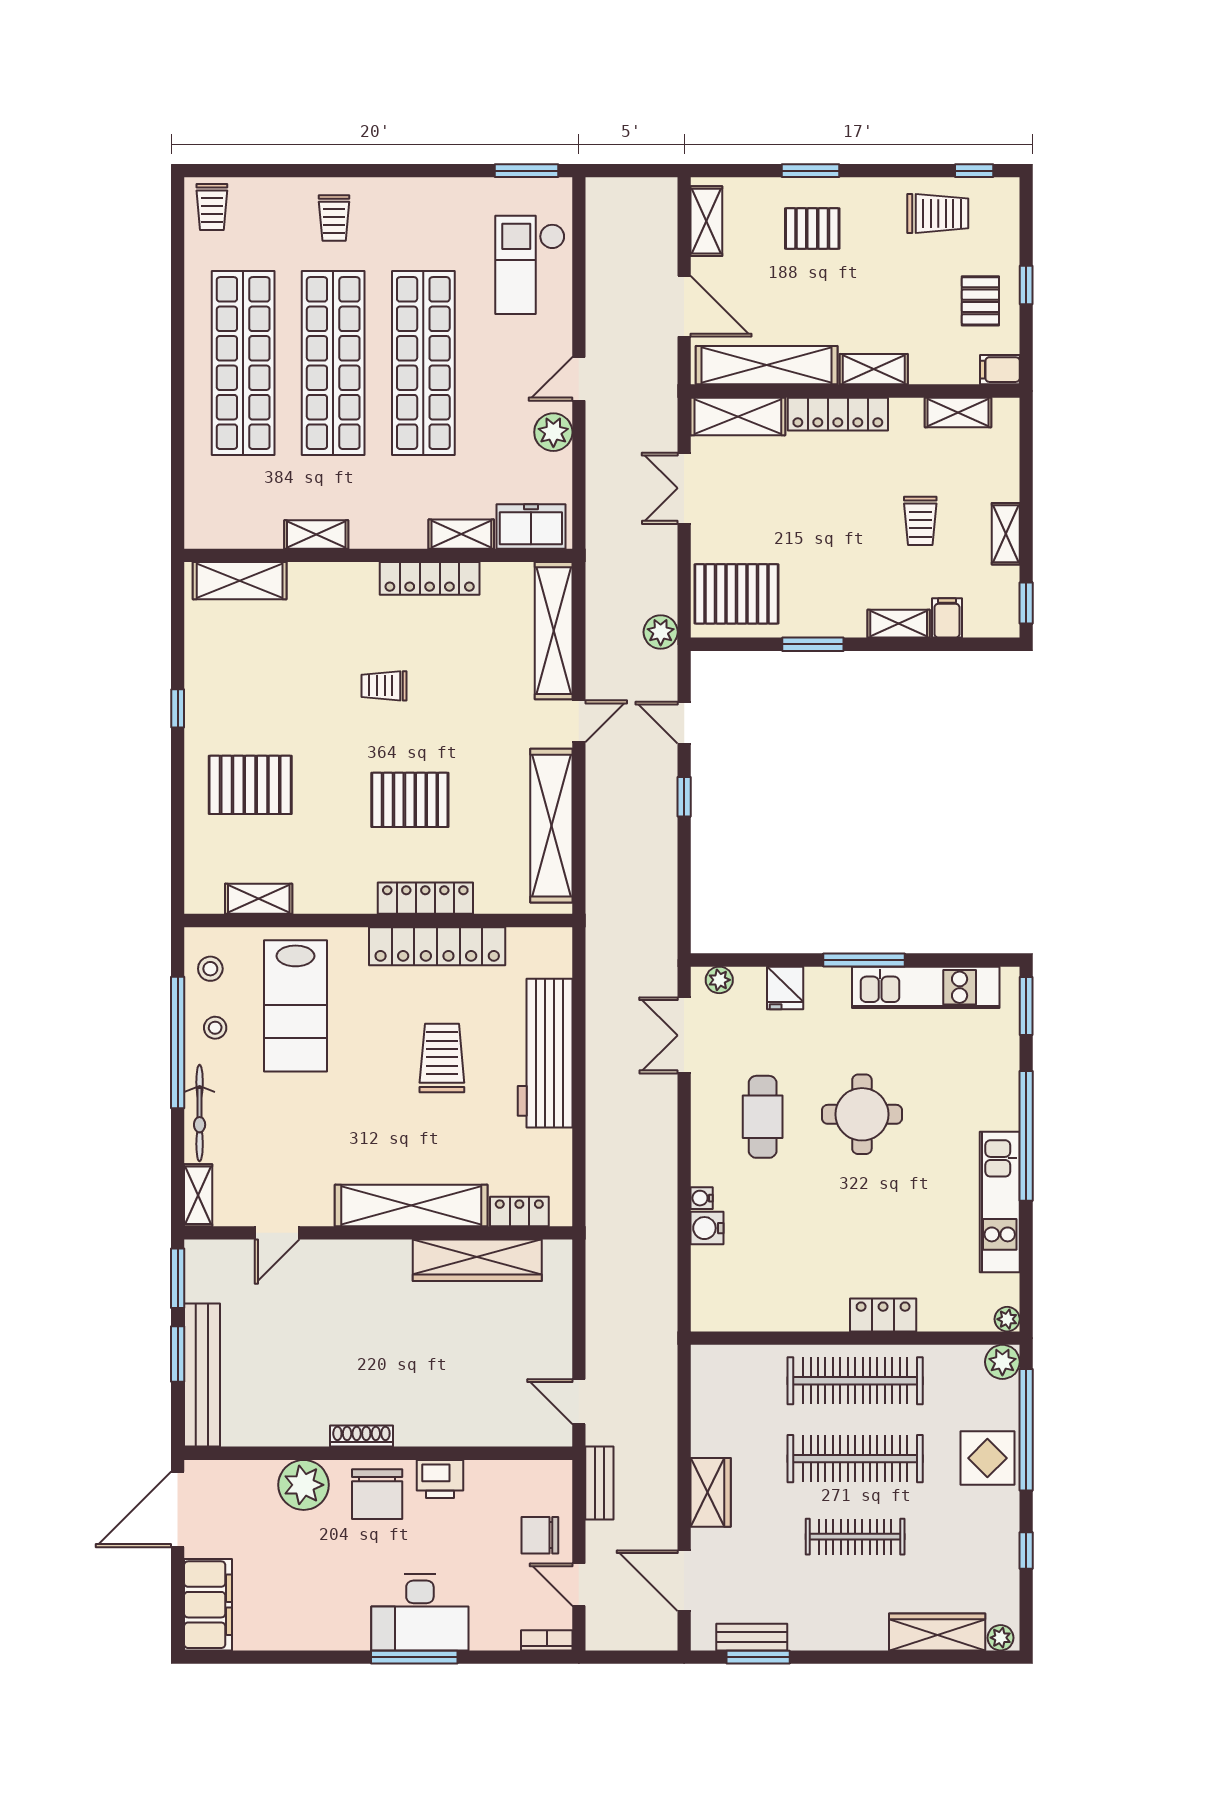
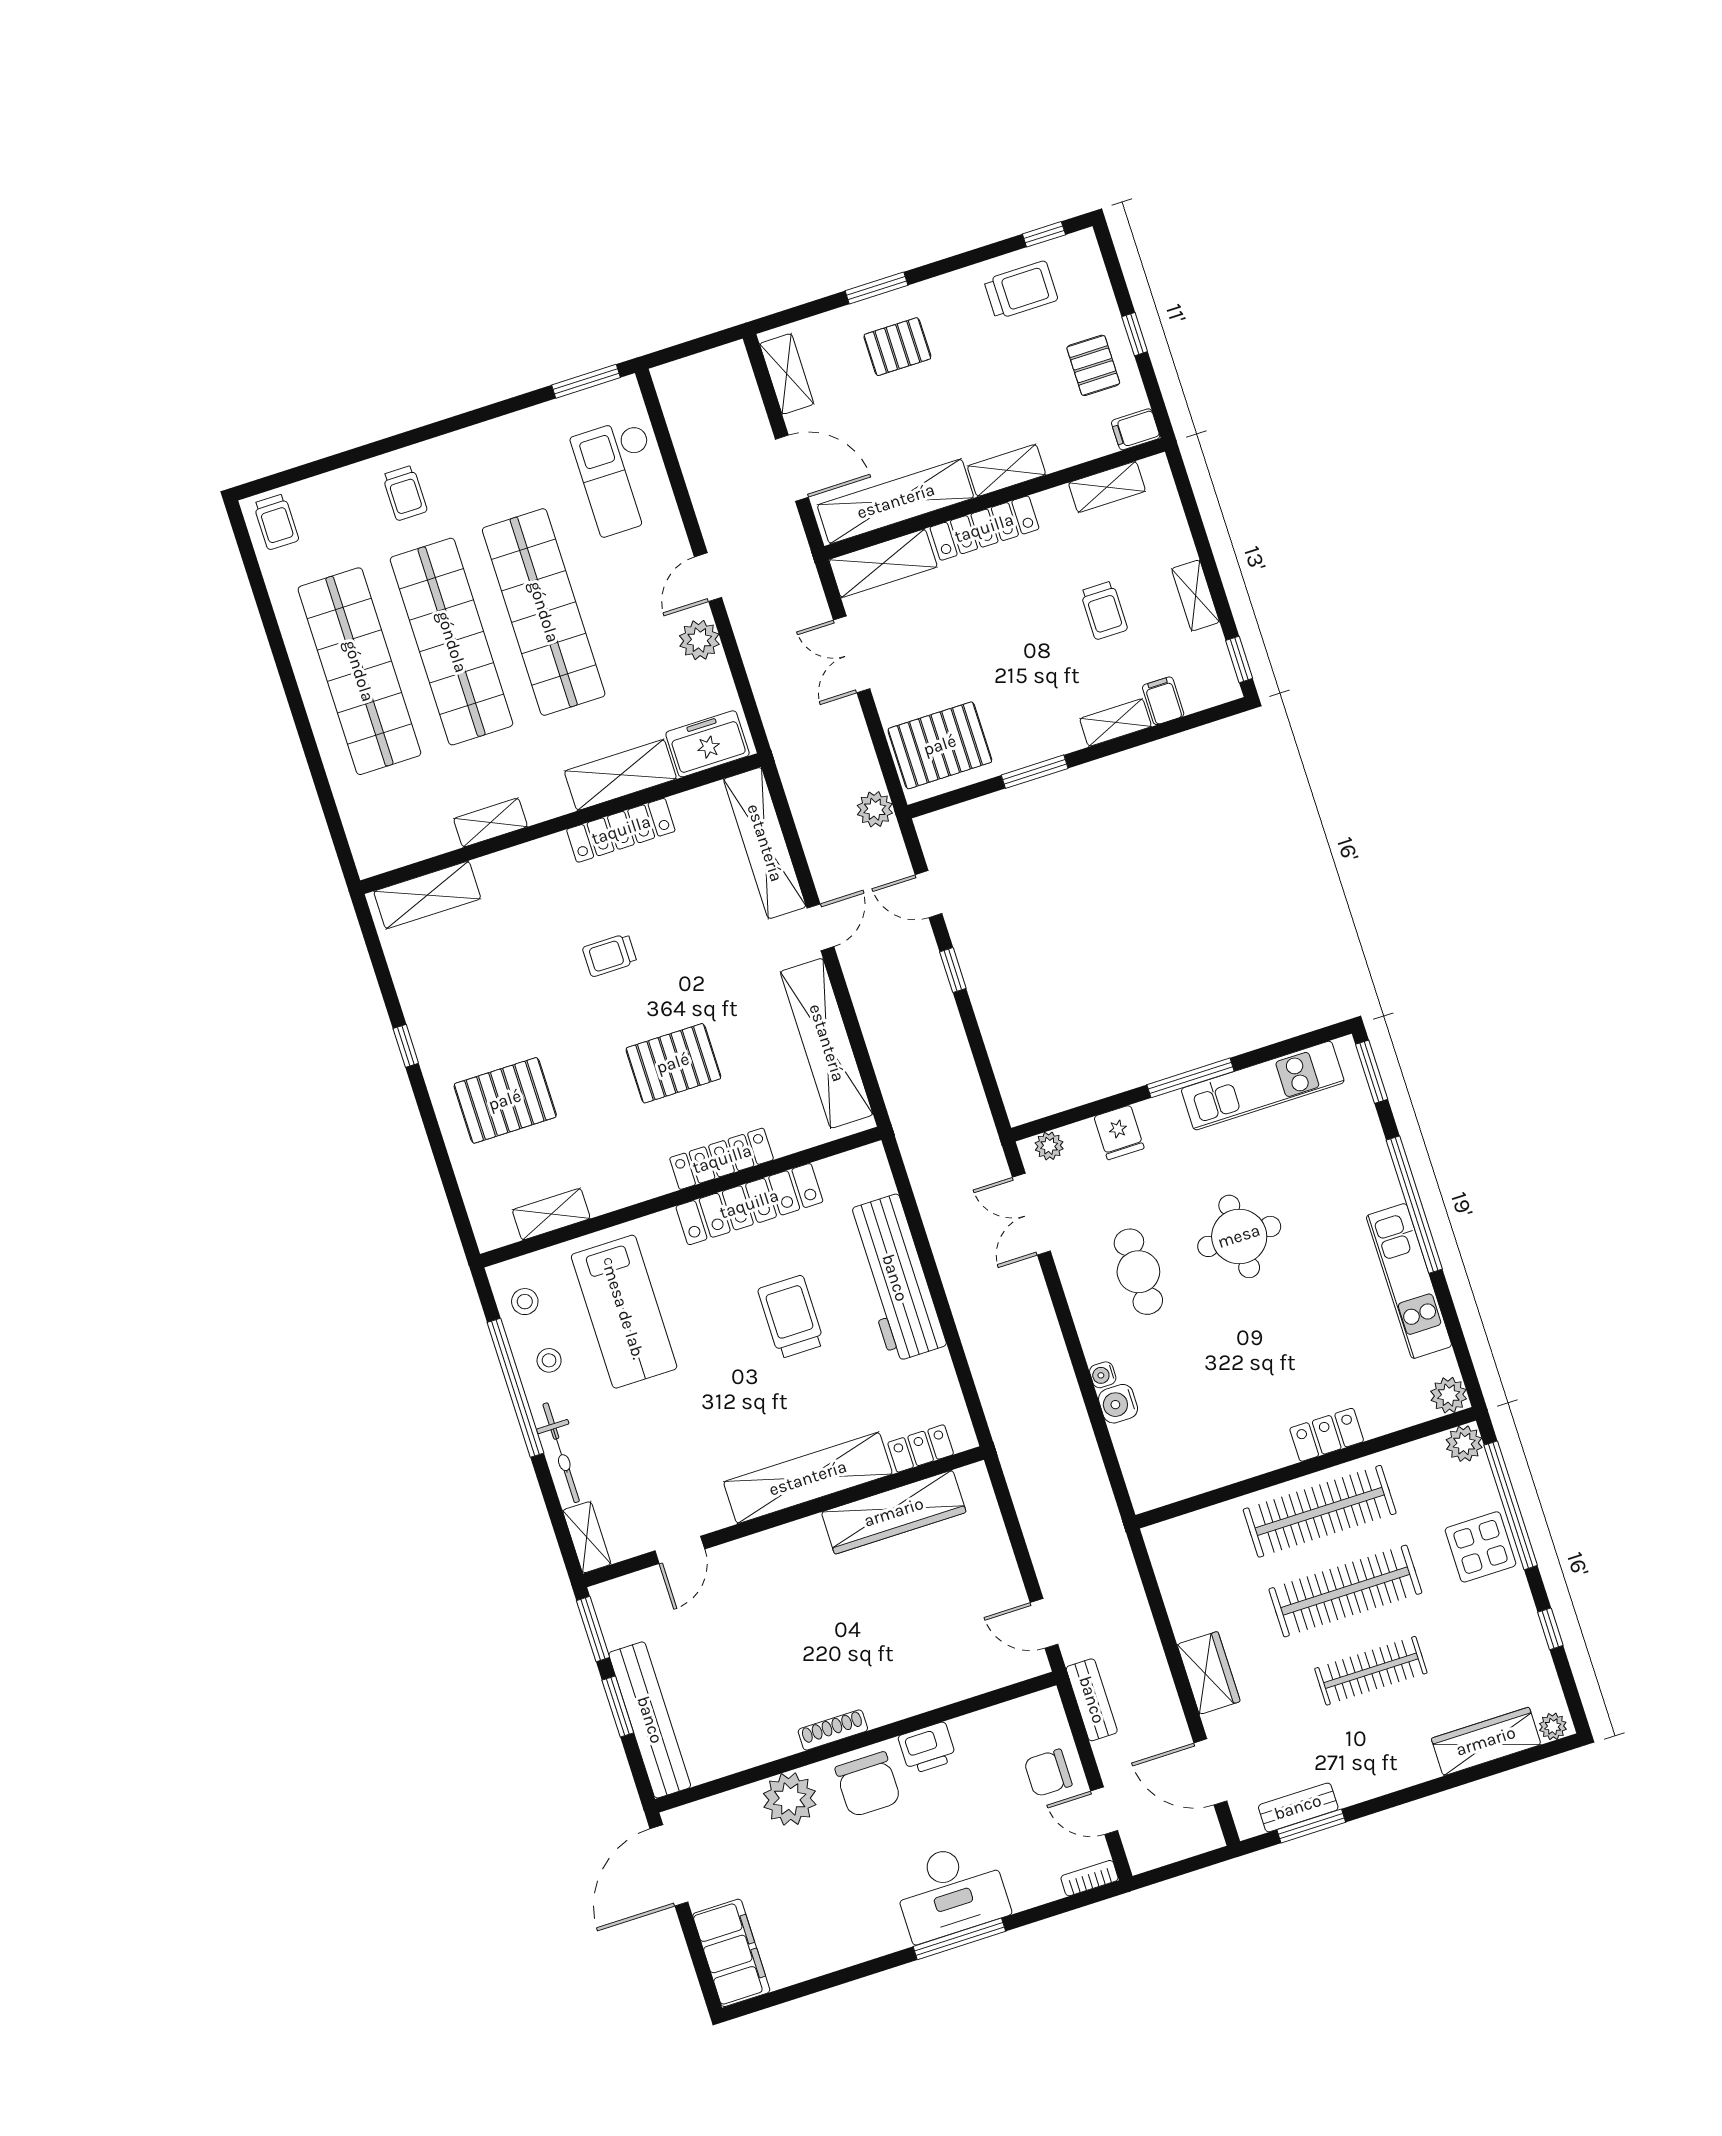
shelving: (461, 534) -> (620, 775), width x1.50, depth x1.33
plant: (1007, 1319) -> (1449, 1395), width x1.38, depth x1.38

